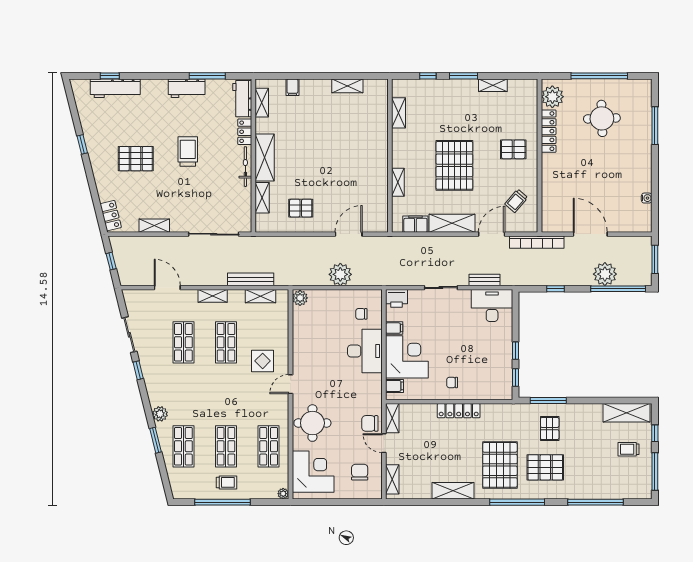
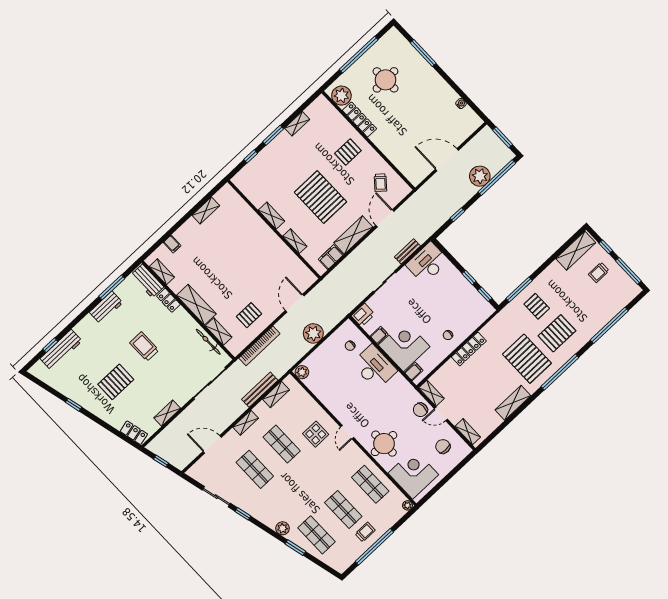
shelving: (398, 113) -> (271, 216), moved
bicycle: (245, 167) -> (208, 342), moved
bookcase: (537, 242) -> (259, 346), moved

